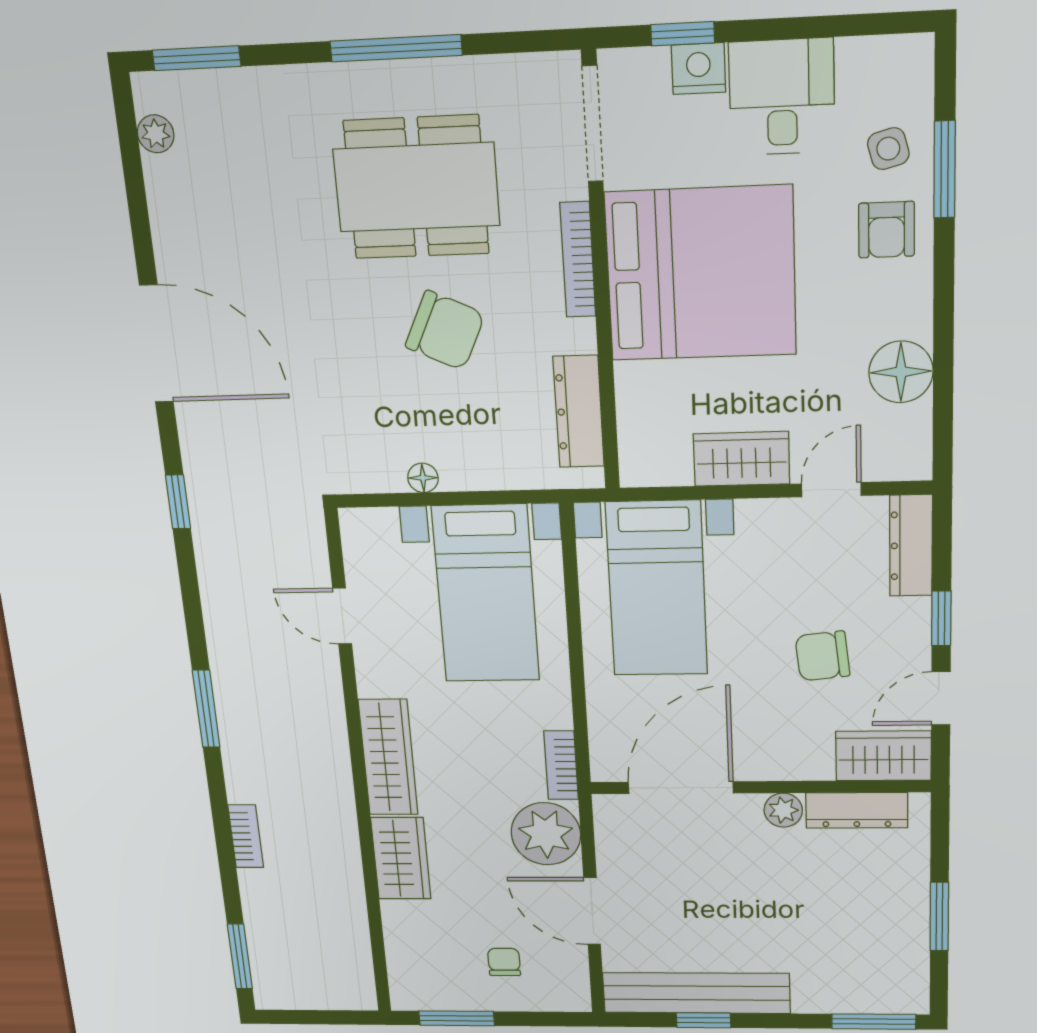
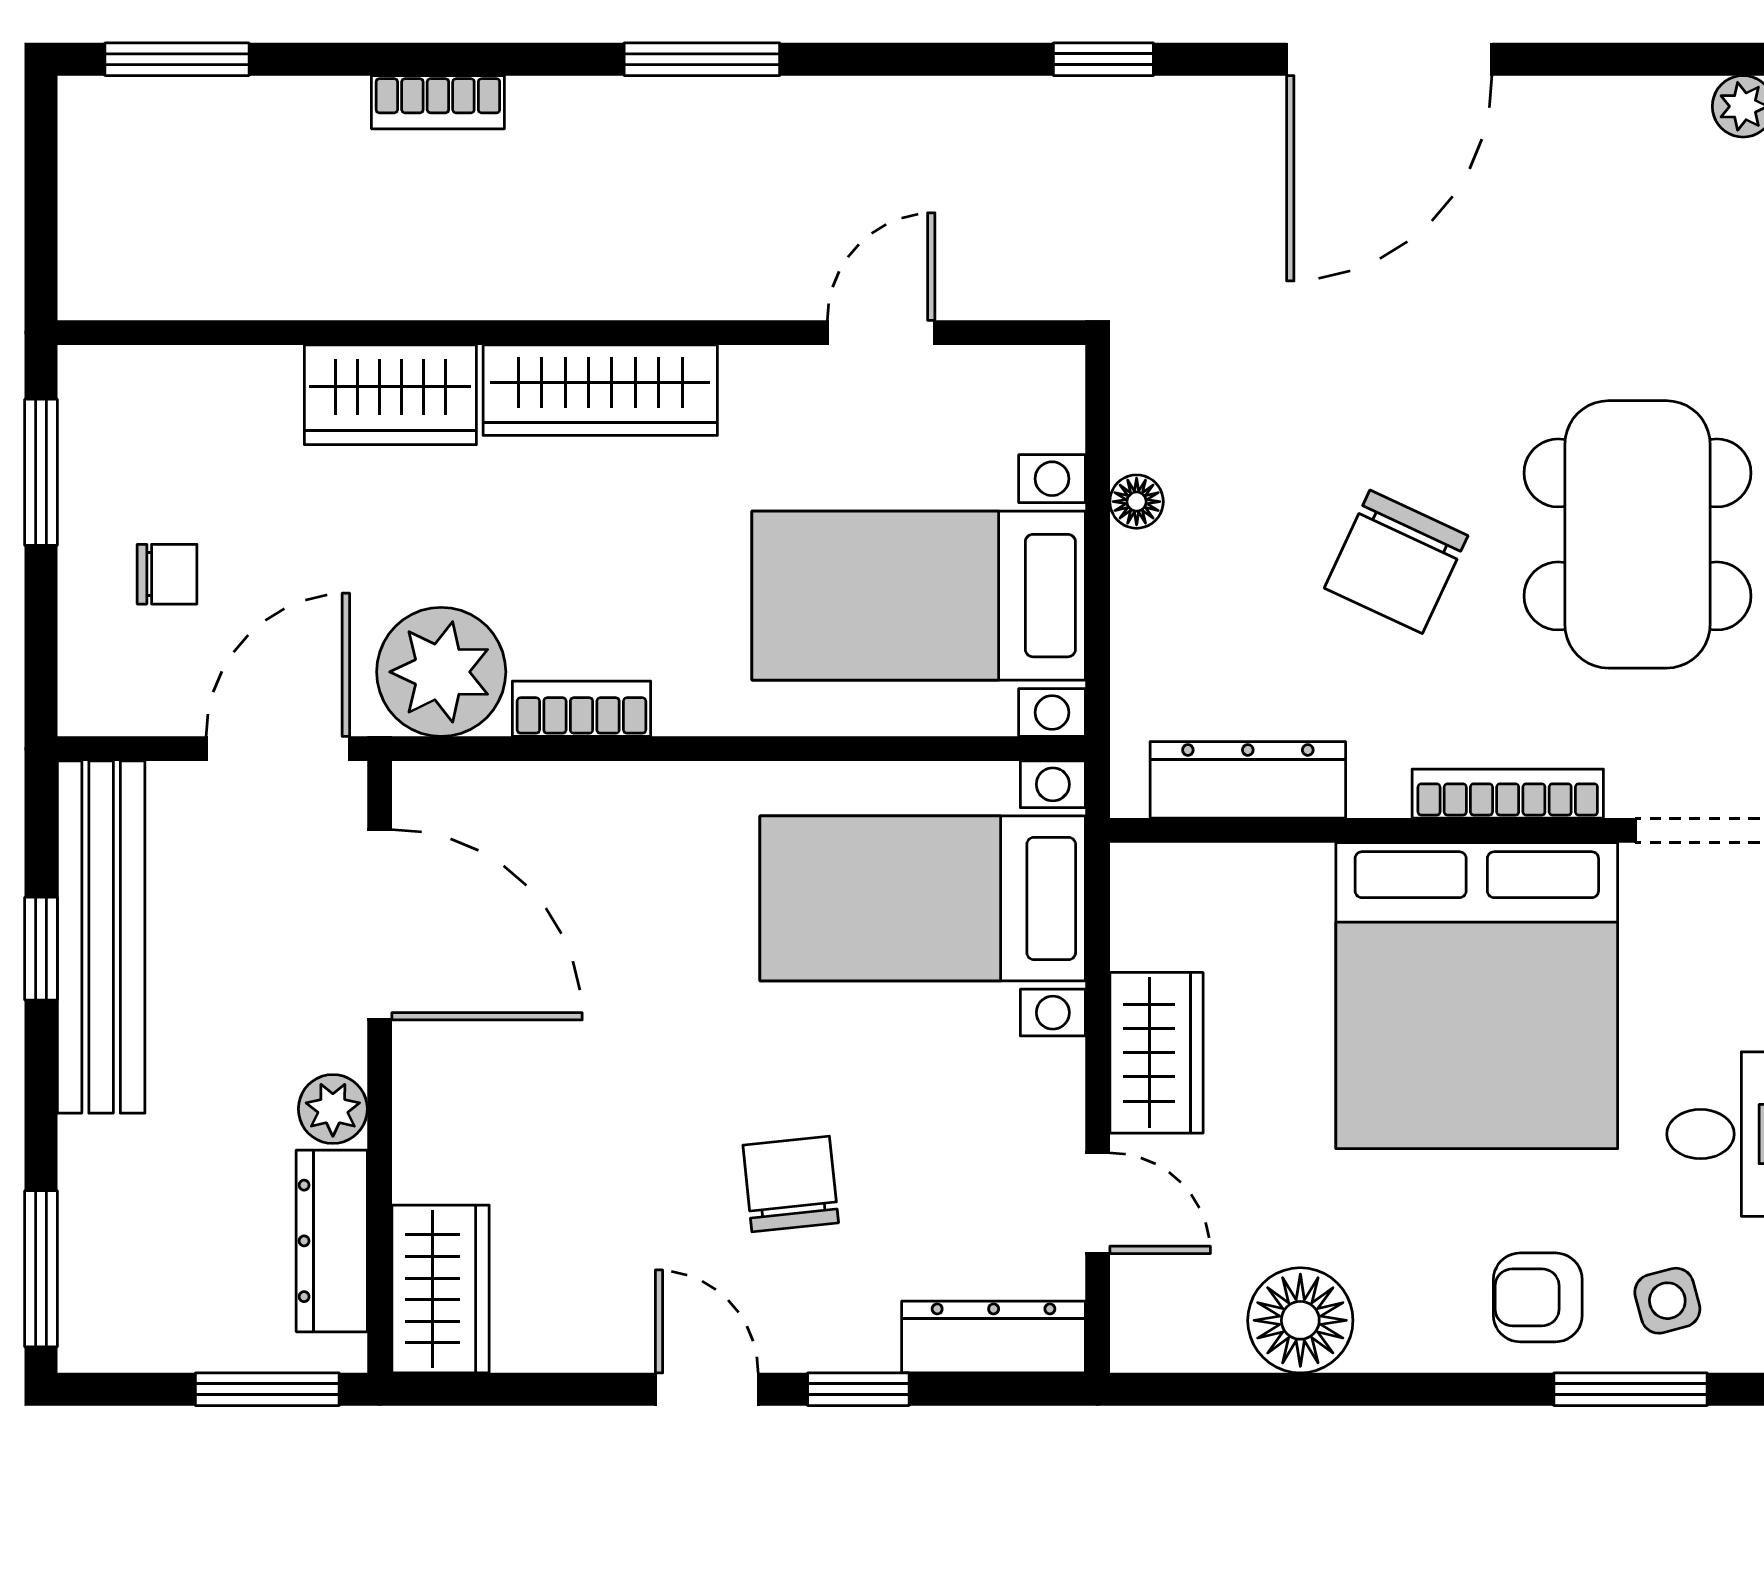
wardrobe: (883, 756) -> (441, 1289), moved
wall: (759, 787) -> (380, 1067), moved
door: (681, 788) -> (380, 925), moved
plant: (783, 810) -> (333, 1109), moved
dresser: (857, 810) -> (332, 1241), moved

